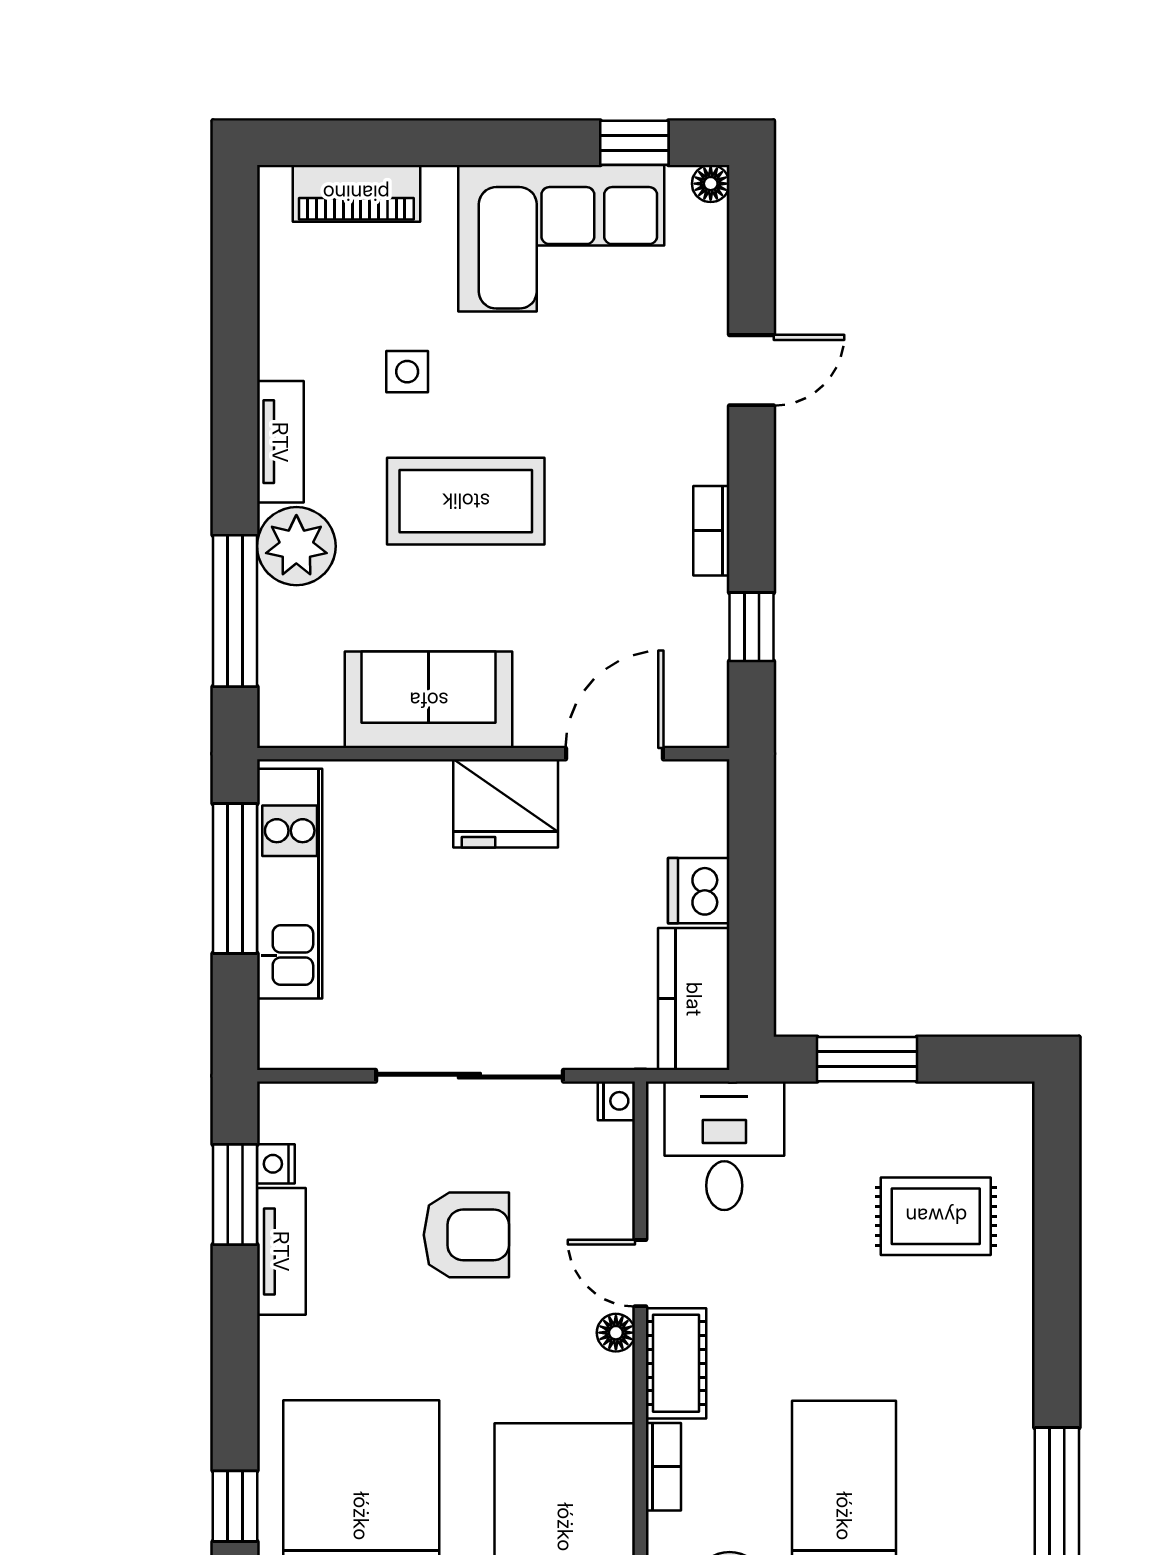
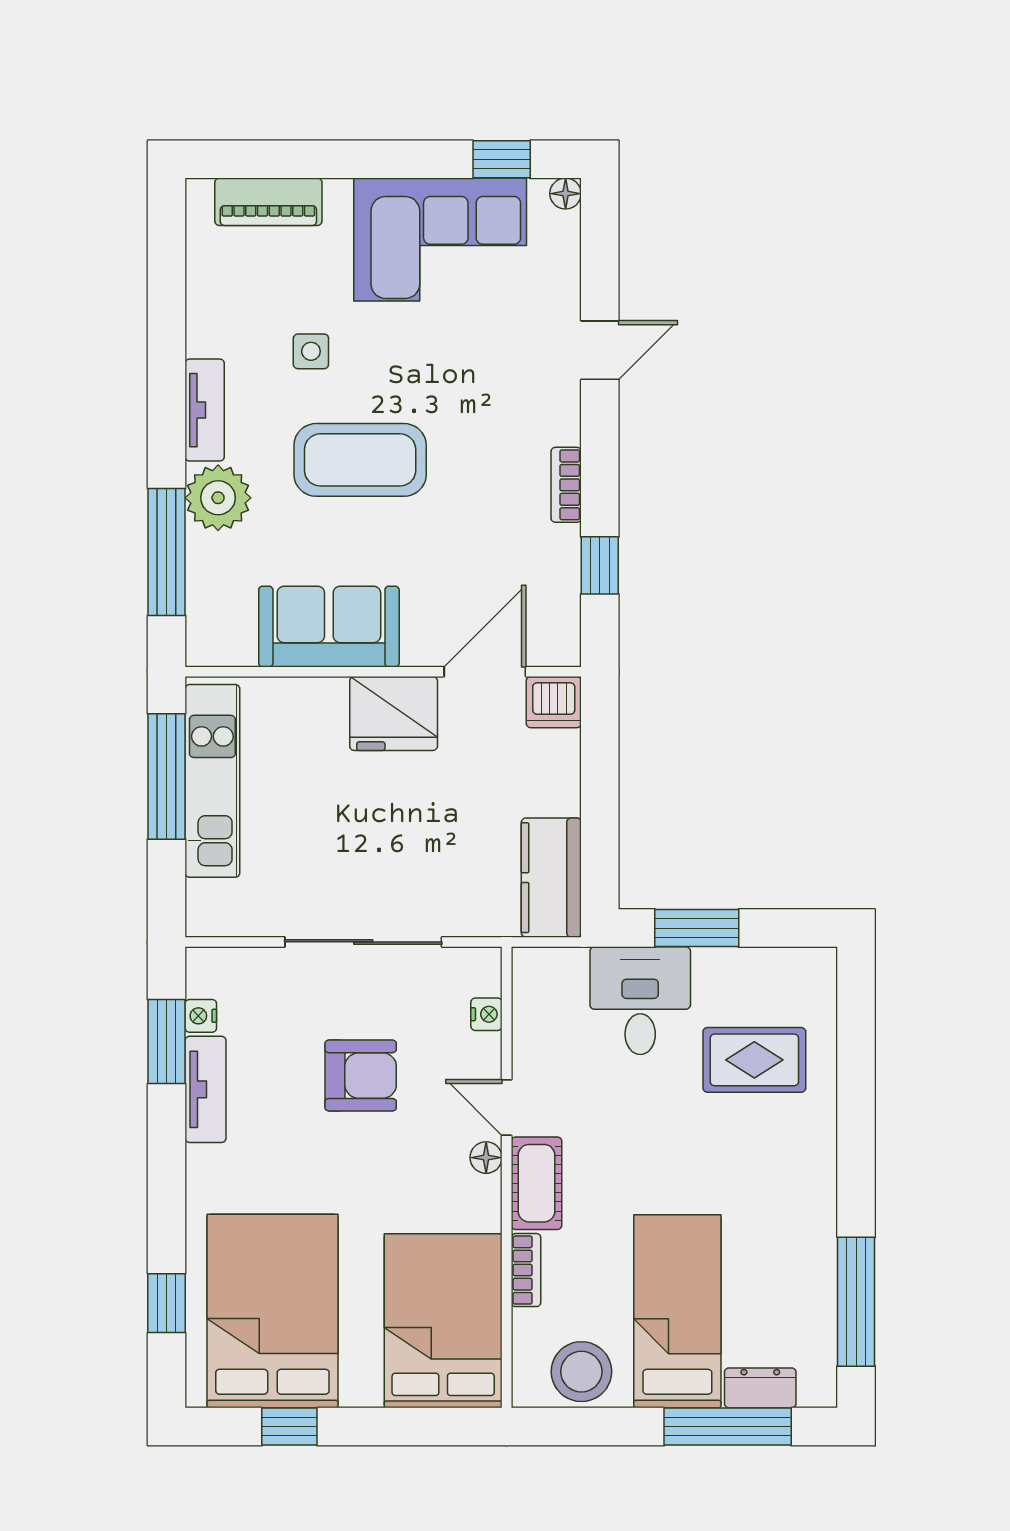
dishwasher: (699, 891) -> (554, 702), moved, turned -90
nightstand: (616, 1101) -> (486, 1014), moved
desk: (724, 1146) -> (640, 1001), moved

